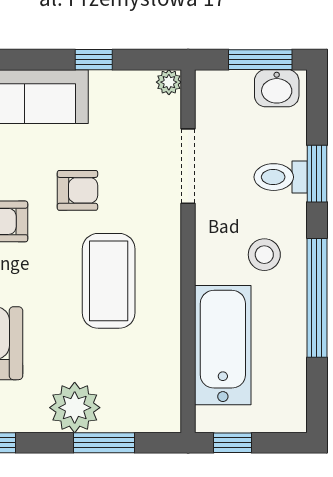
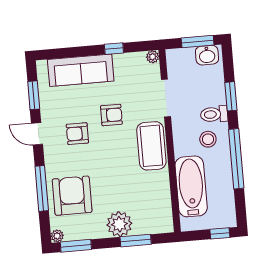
toilet: (281, 177) -> (214, 114), moved
coffee table: (109, 281) -> (151, 146), moved
window: (233, 443) -> (220, 233), moved

